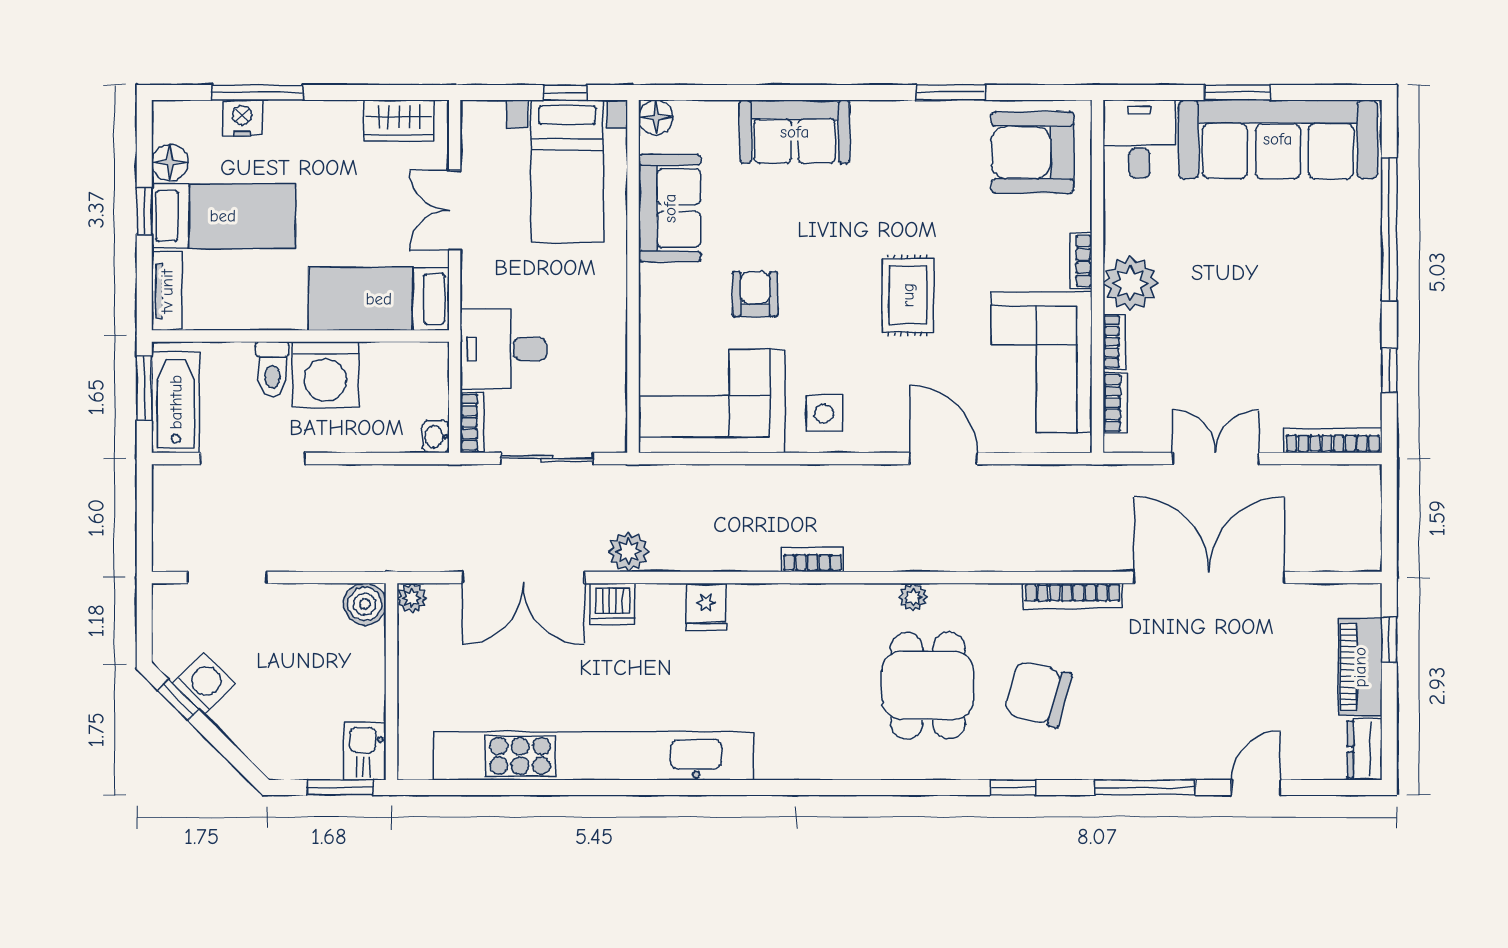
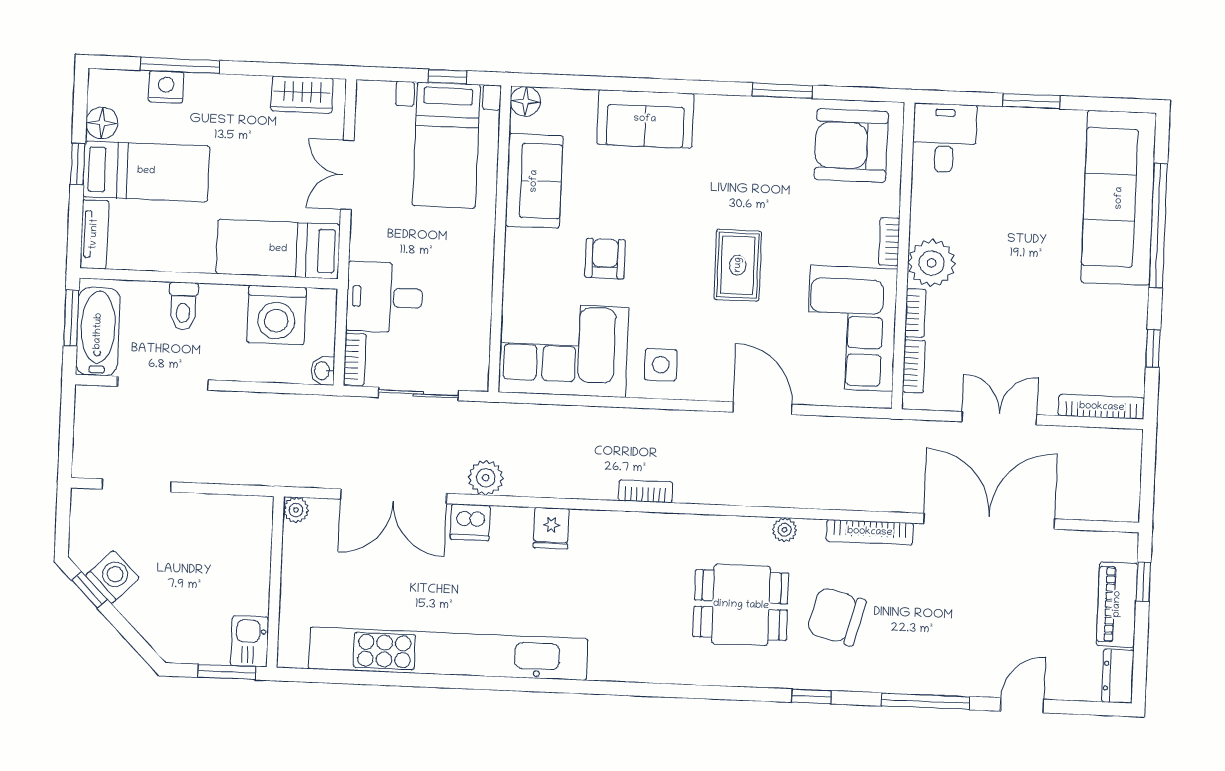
sofa: (1278, 139) -> (1119, 198), moved, turned 90
washing machine: (325, 375) -> (276, 315), moved
plant: (913, 597) -> (784, 530), moved
boiler: (365, 604) -> (255, 514), removed
dining table: (928, 686) -> (741, 605), turned 90

